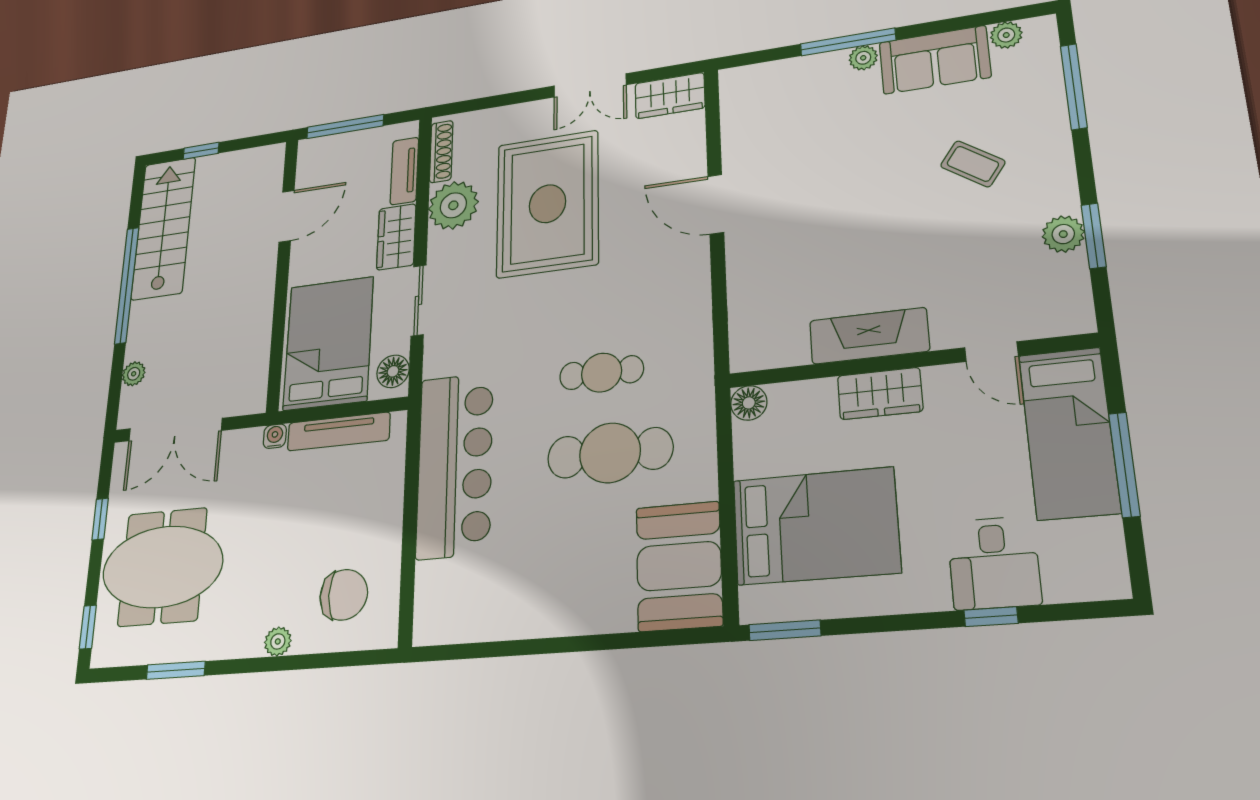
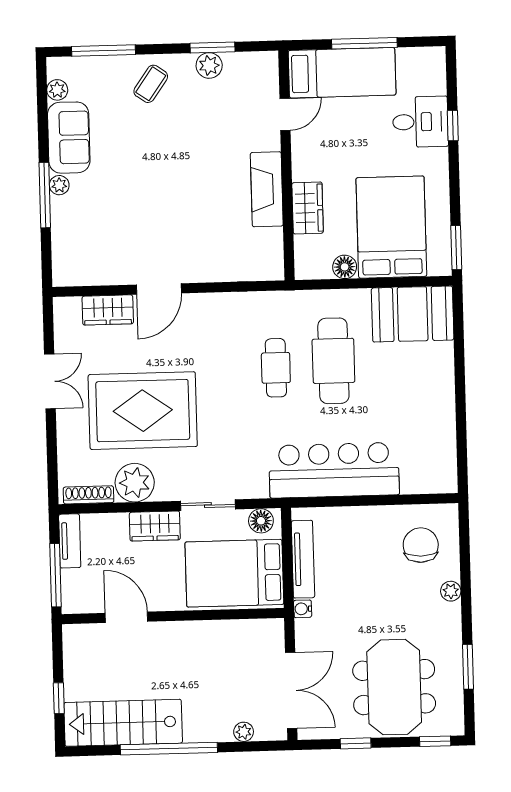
wardrobe: (670, 96) -> (108, 310), moved, turned 90
coffee table: (973, 164) -> (151, 84), moved
tv unit: (404, 171) -> (70, 541), moved, turned -90
wardrobe: (880, 394) -> (308, 208), moved
floor lamp: (749, 403) -> (345, 267), moved

